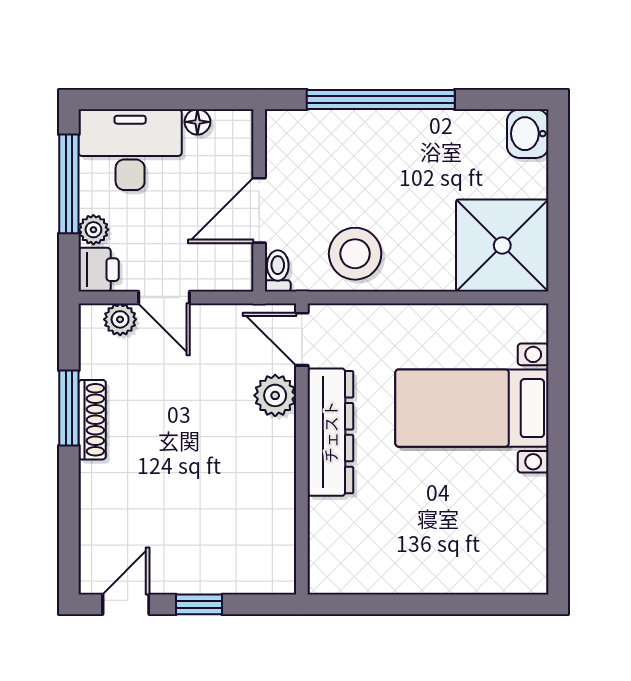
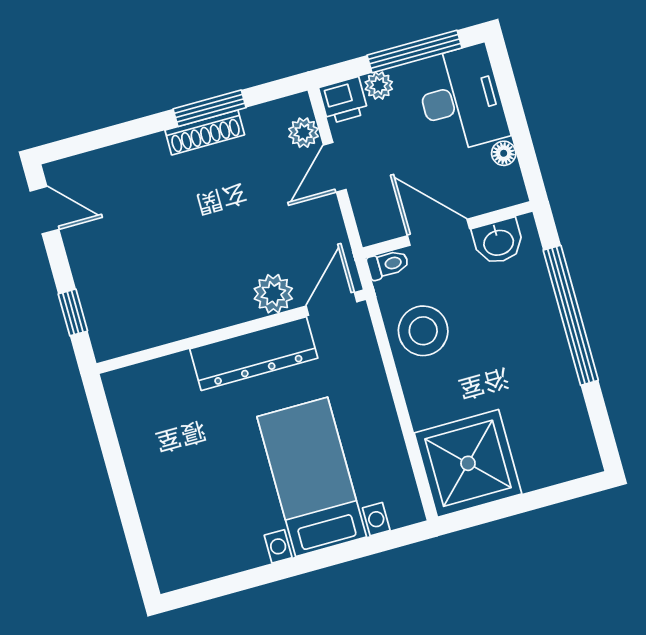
washbasin: (528, 134) -> (498, 242), moved, turned 180
window: (199, 604) -> (73, 312), moved

